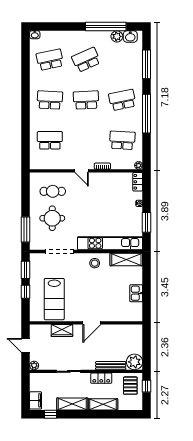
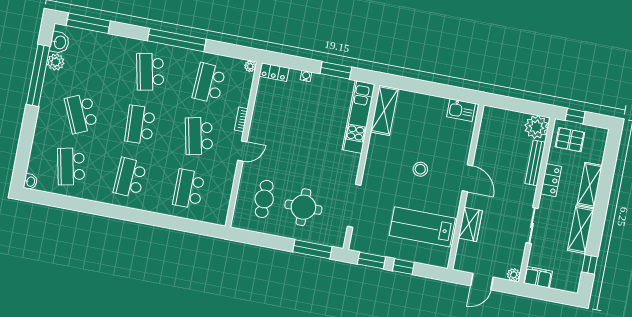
window: (147, 64) -> (88, 23), moved
school desk: (86, 140) -> (199, 136), added
kitchen unit: (110, 243) -> (358, 117), width x0.73
stool: (95, 263) -> (420, 169), moved
kitchen sink: (136, 293) -> (461, 110), moved
lab bench: (54, 299) -> (422, 227), turned 180
filing cabinet: (36, 400) -> (538, 277), moved

